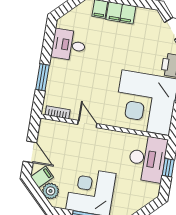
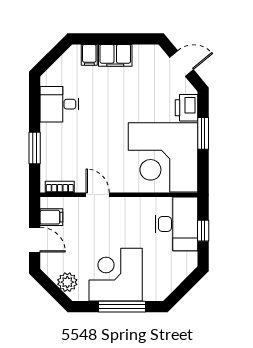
filing cabinet: (42, 177) -> (51, 217), moved, turned 45

